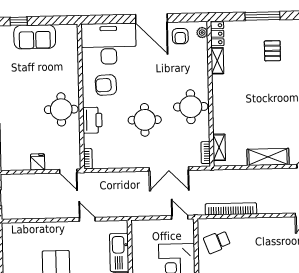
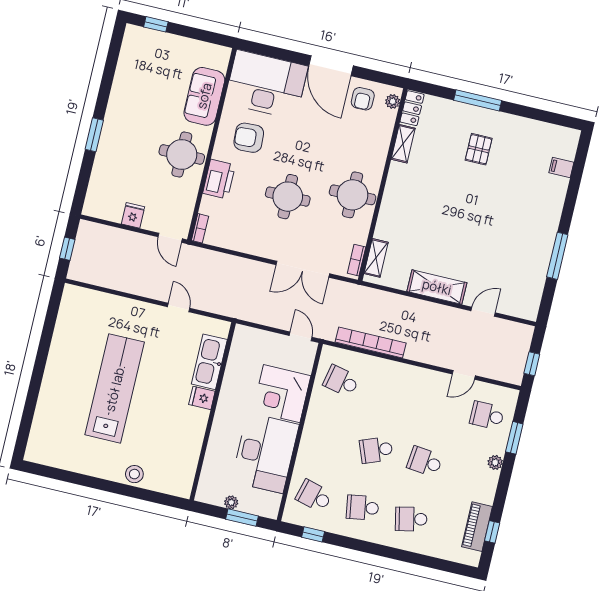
sofa: (35, 37) -> (204, 96), moved, turned 90
school desk: (217, 242) -> (341, 381), turned 33

